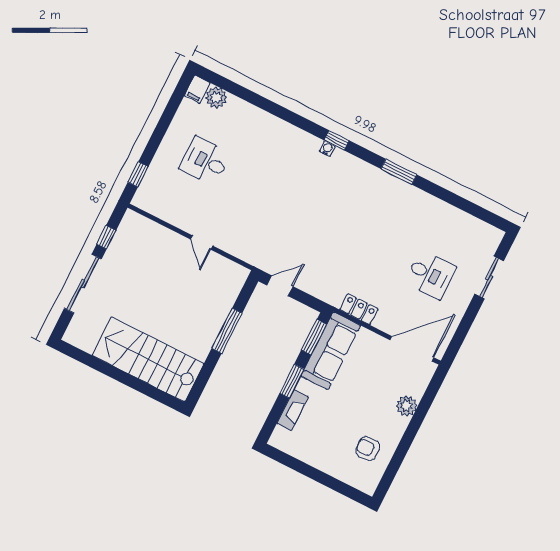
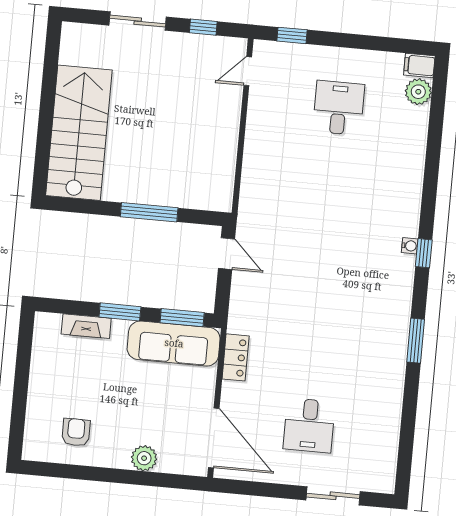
door: (202, 242) -> (248, 71), moved
sliding door: (83, 284) -> (138, 21), width x0.73

